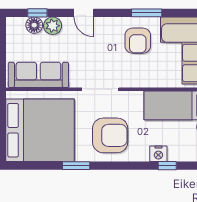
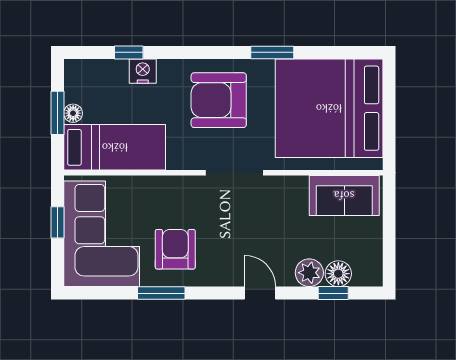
sofa: (38, 75) -> (344, 195), width x0.73

